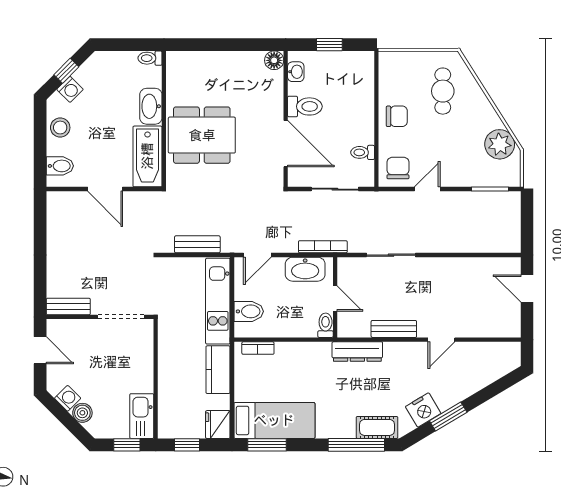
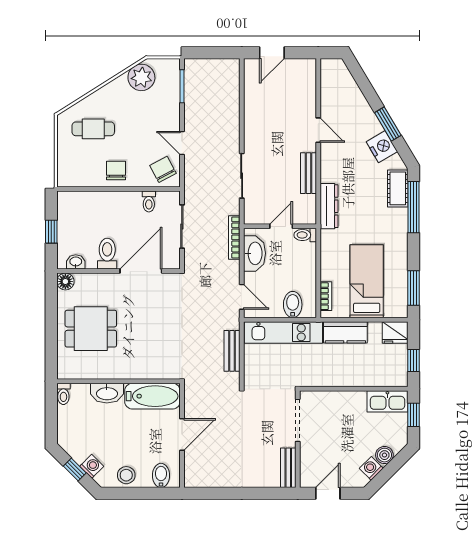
dining table: (202, 135) -> (91, 329), moved, width x0.73
chair: (398, 168) -> (163, 169), turned 62
bed: (274, 420) -> (367, 281), moved

